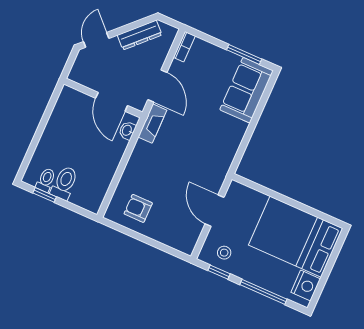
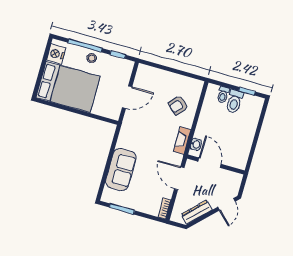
sofa: (247, 90) -> (121, 170), moved
fireplace: (152, 124) -> (182, 141), moved
toilet: (46, 180) -> (223, 95), moved
armchair: (138, 208) -> (178, 105), moved, turned 133
door: (215, 211) -> (127, 97), hinge flipped
stool: (224, 253) -> (92, 58), moved

